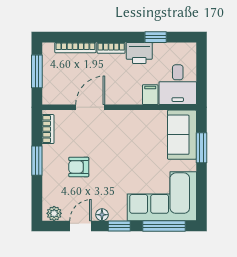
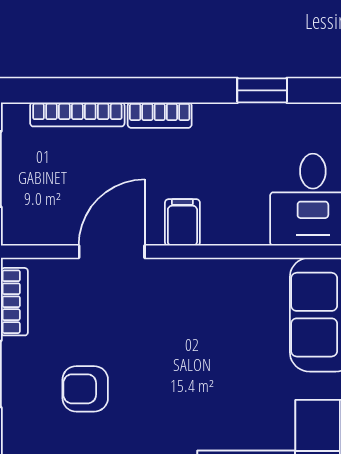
printer: (139, 53) -> (224, 127), removed
filing cabinet: (150, 95) -> (182, 222), moved

